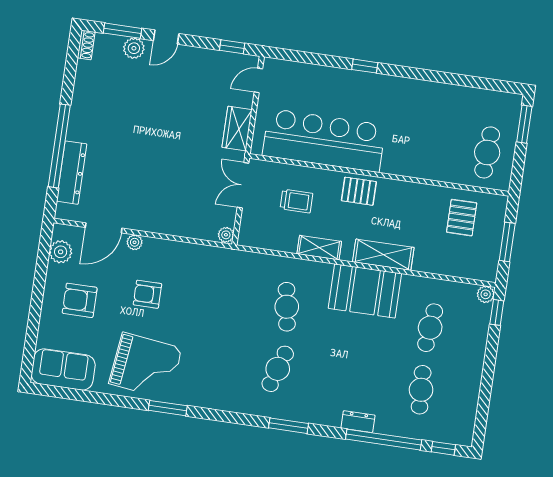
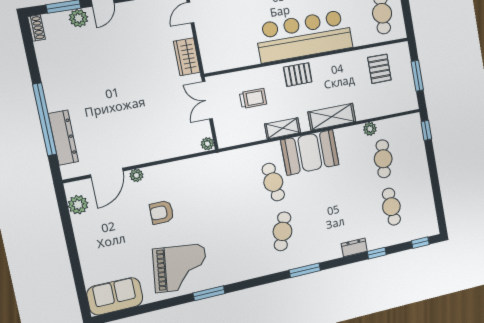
bar counter: (324, 140) -> (304, 36), moved
booth: (365, 291) -> (310, 152), moved
plant: (486, 294) -> (370, 129), moved
armchair: (80, 300) -> (108, 237), removed
window: (384, 440) -> (377, 253), width x0.32

